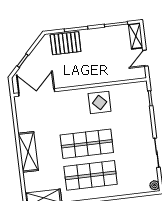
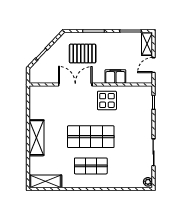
pallet: (66, 43) -> (83, 54), moved
filing cabinet: (106, 75) -> (115, 76), added
double door: (37, 92) -> (75, 84), moved
shop shelf: (91, 175) -> (91, 166), width x0.70, depth x0.74

